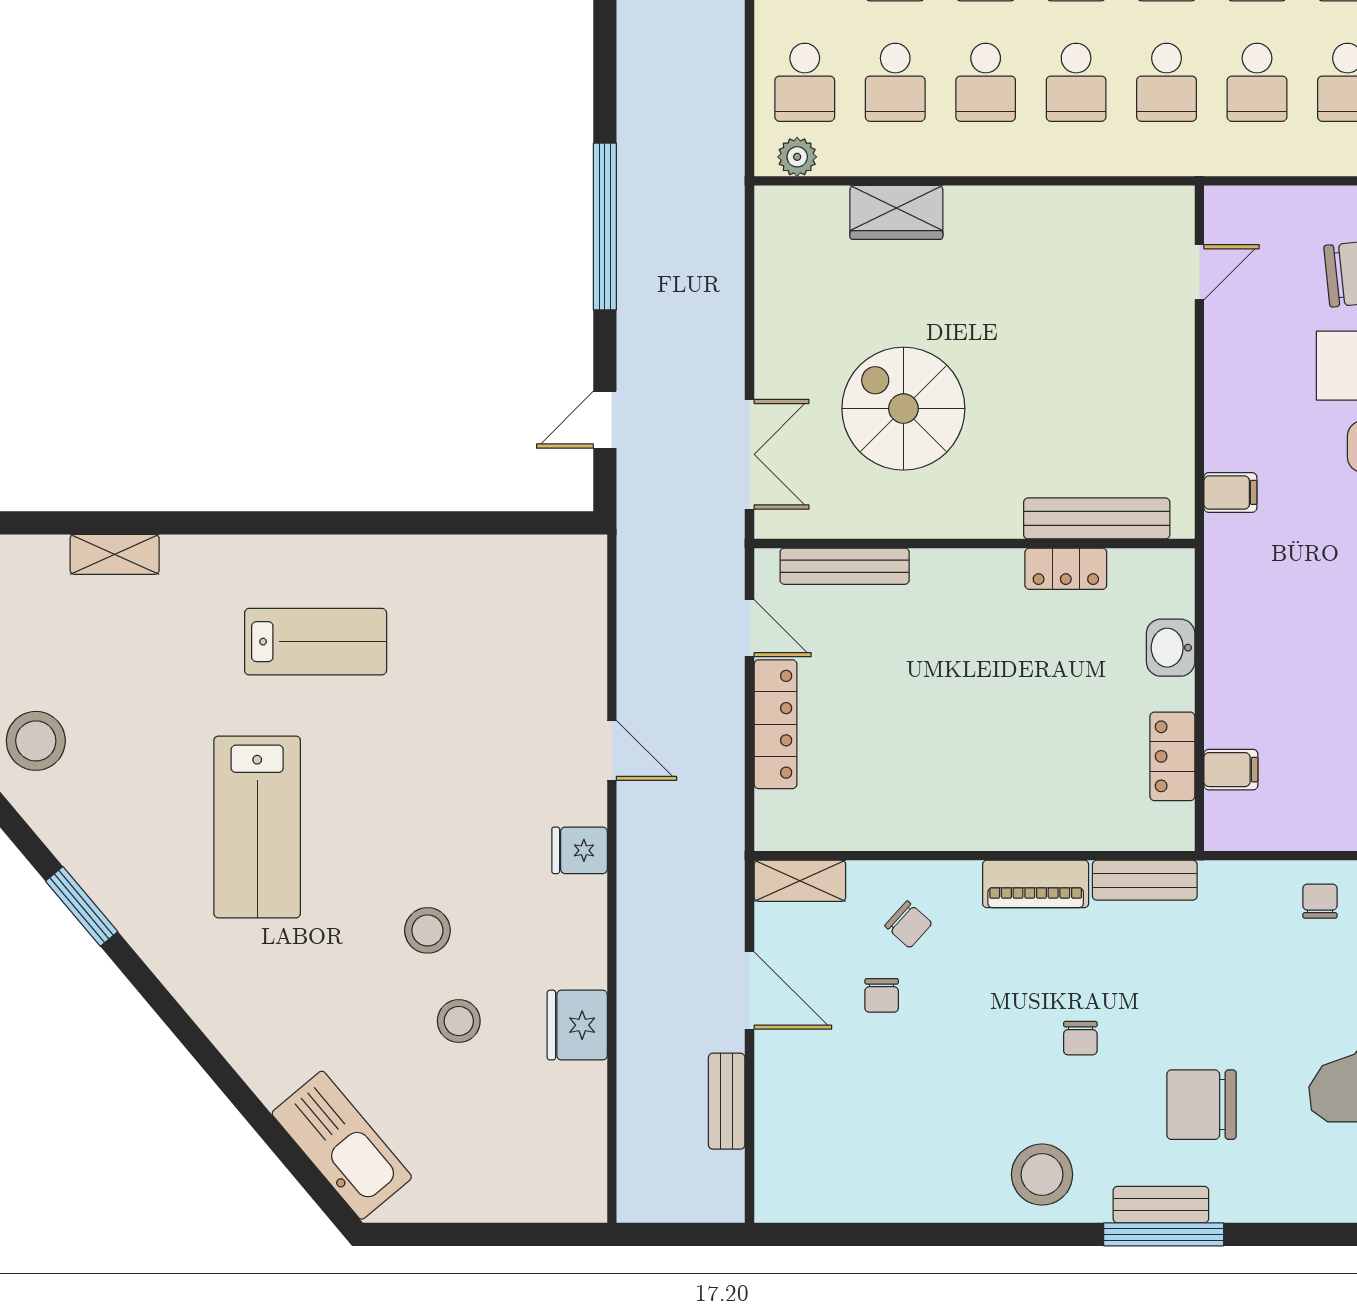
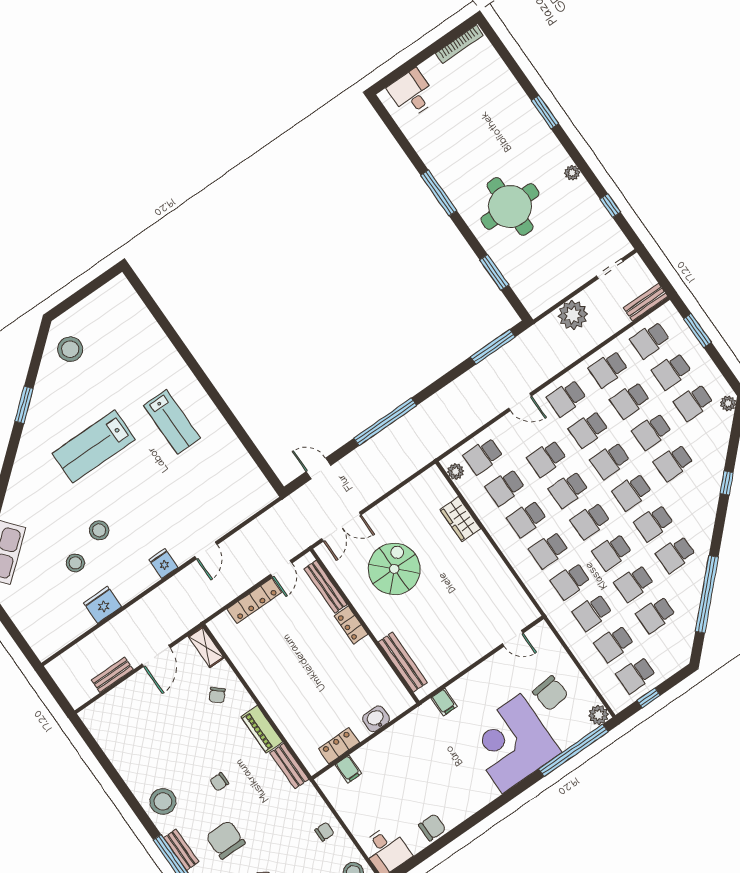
shelving: (115, 554) -> (154, 331), removed
locker: (1066, 569) -> (351, 625), moved
chair: (882, 995) -> (186, 703), removed

